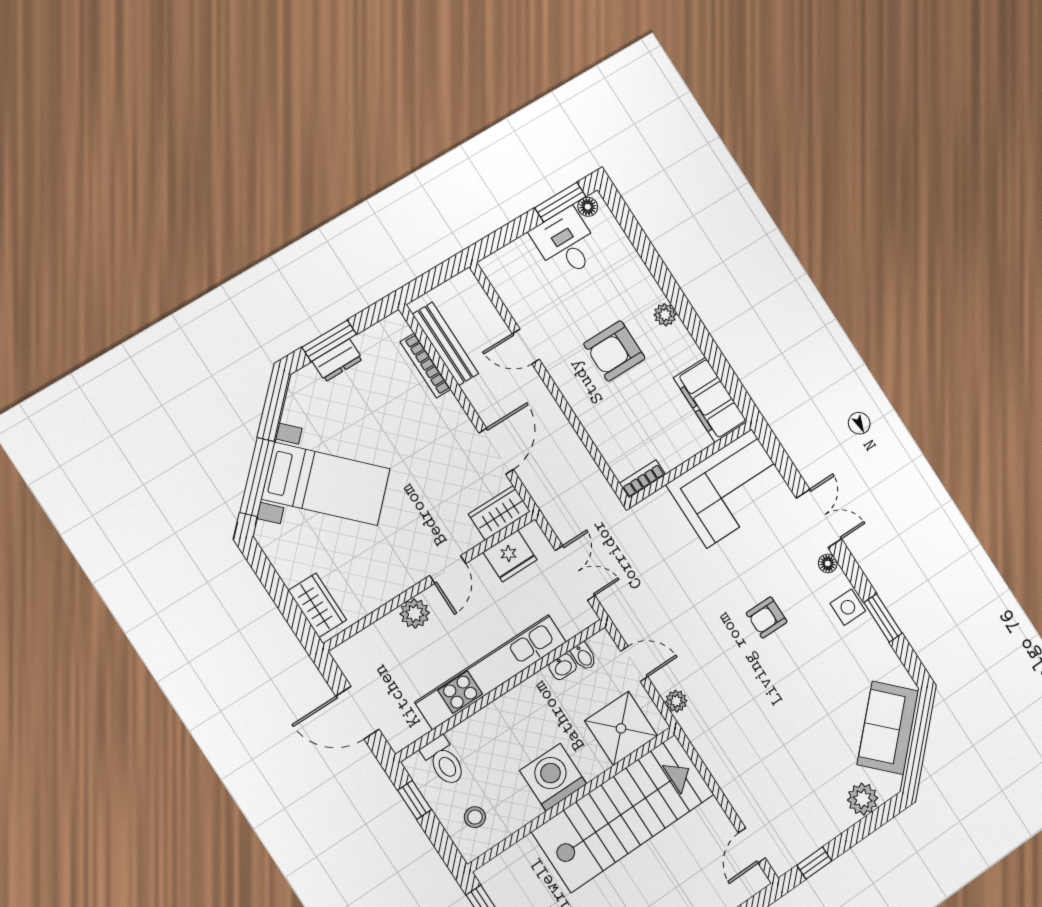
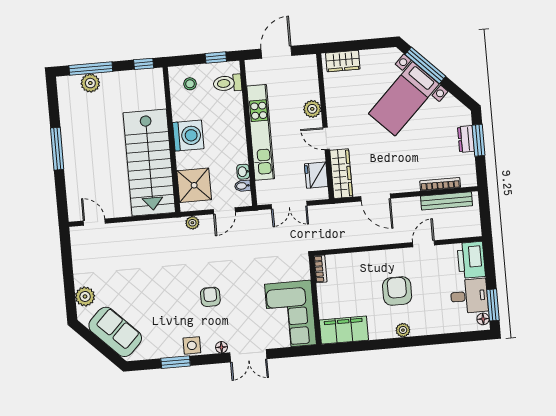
printer: (512, 265) -> (471, 260), added
wardrobe: (499, 513) -> (341, 174), width x1.50
window: (814, 863) -> (66, 251), removed

